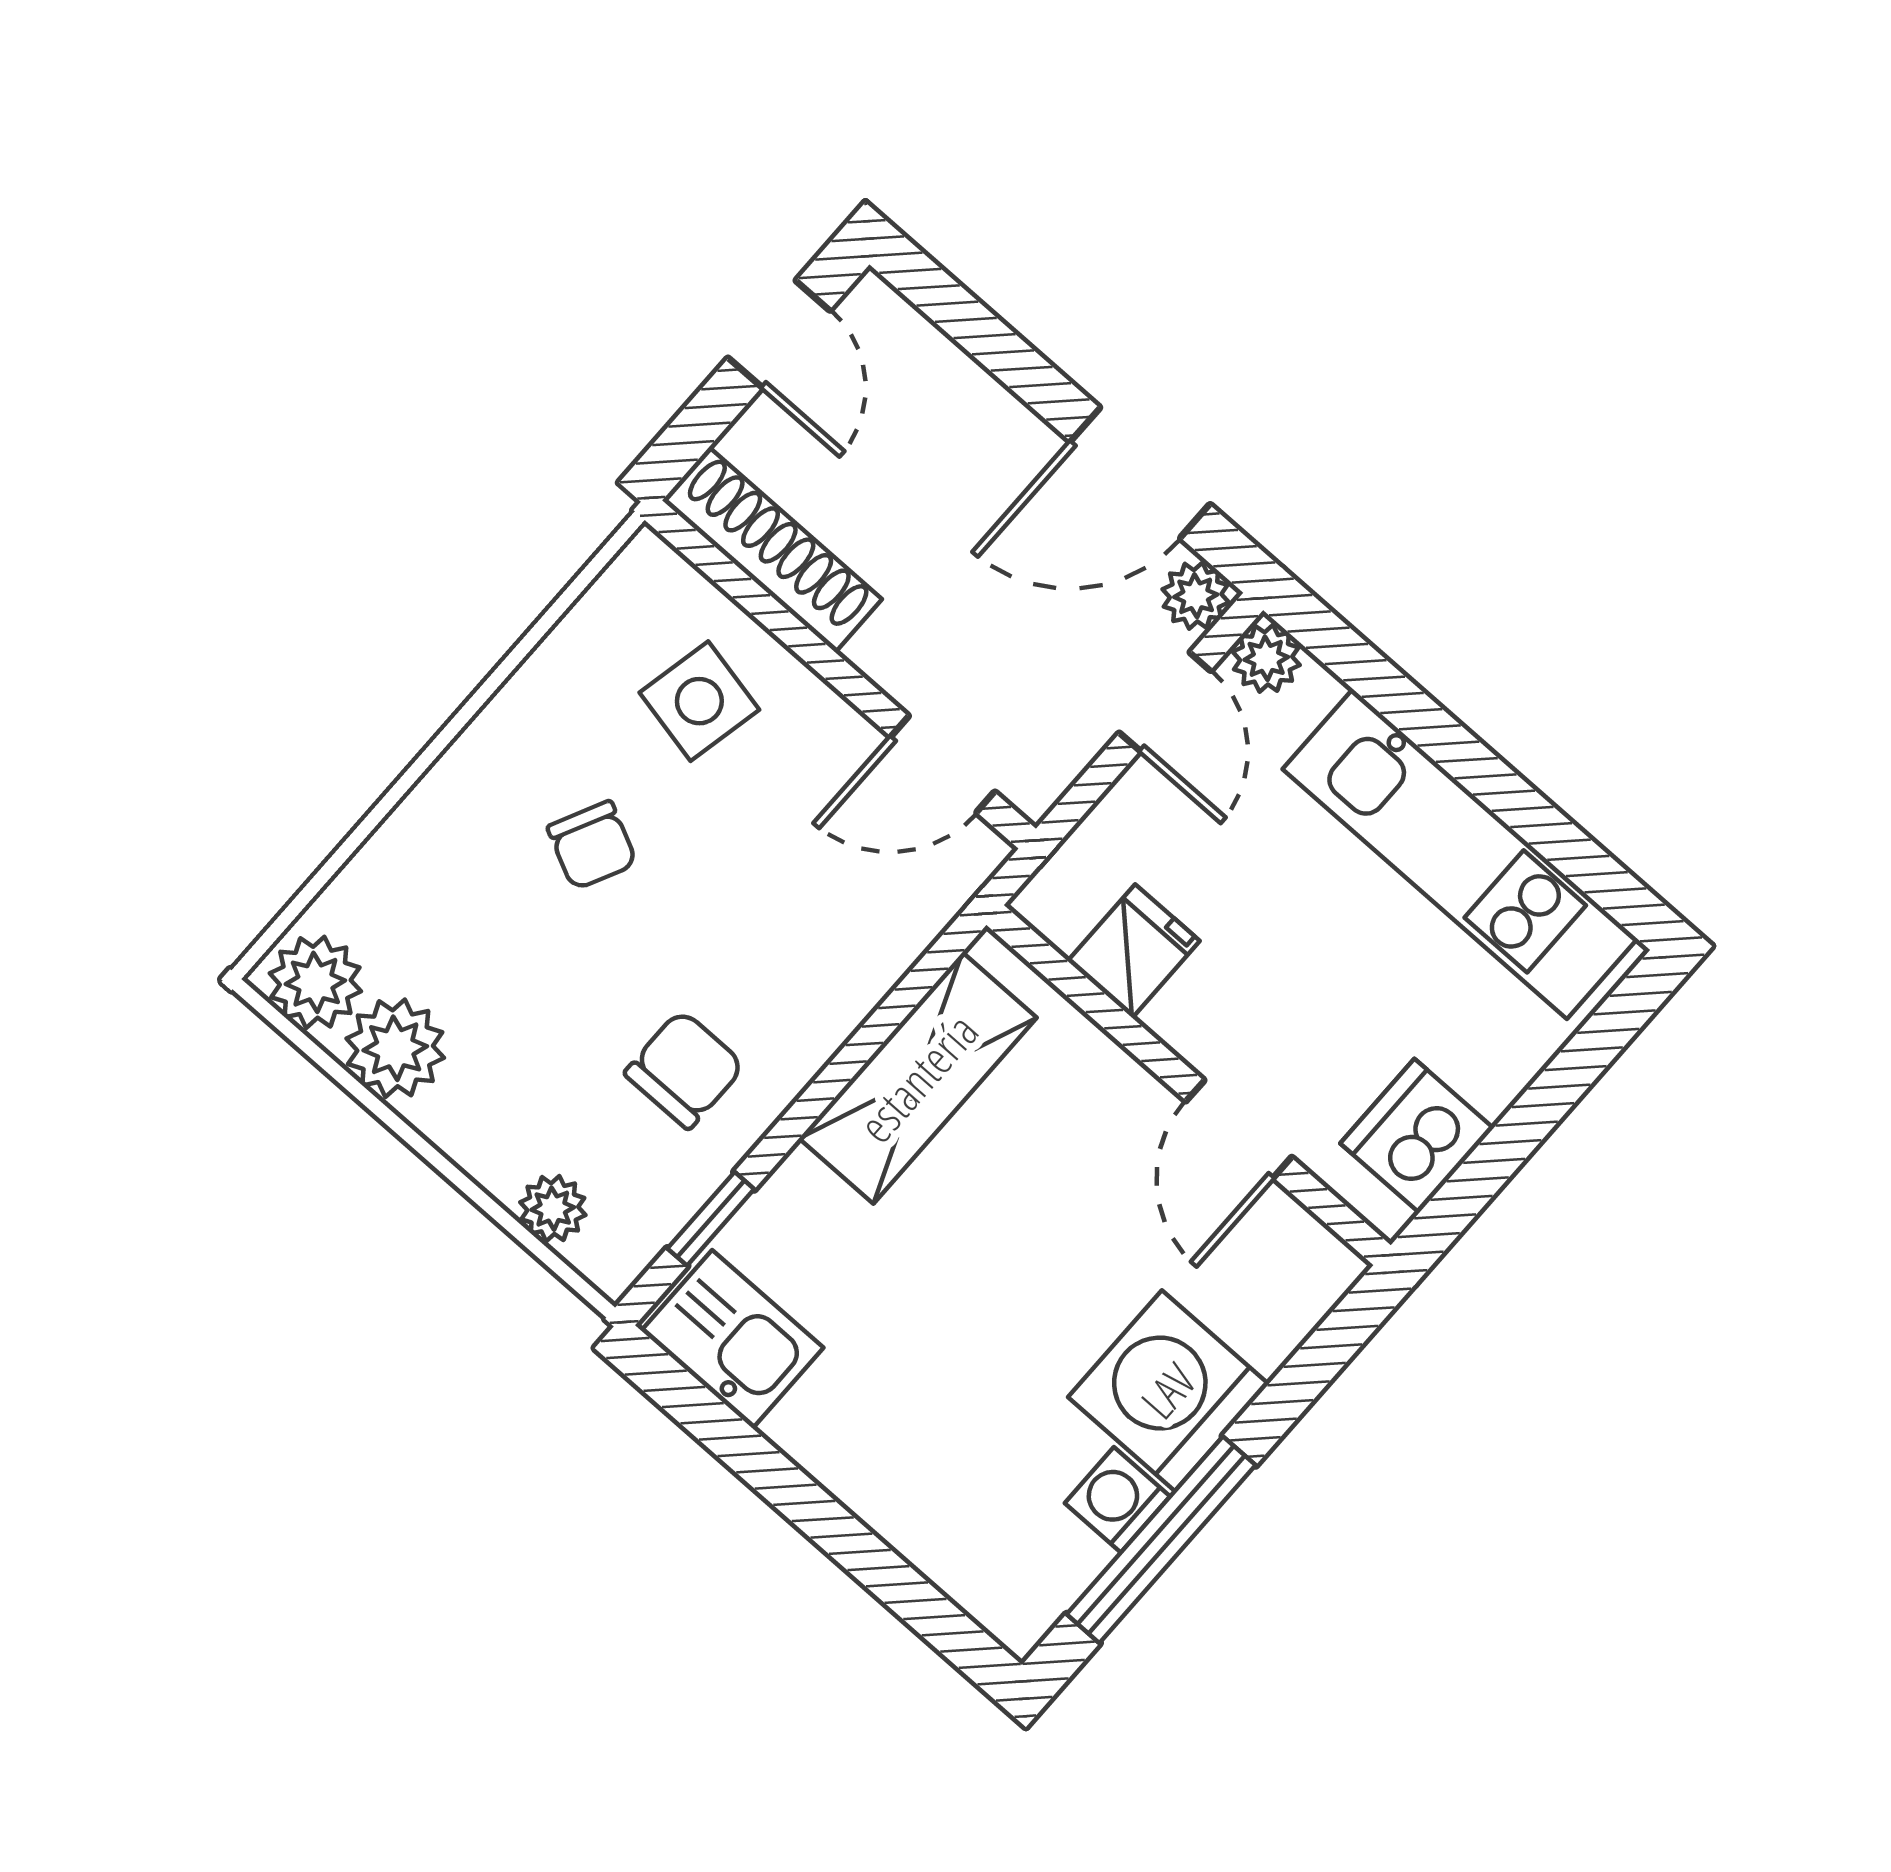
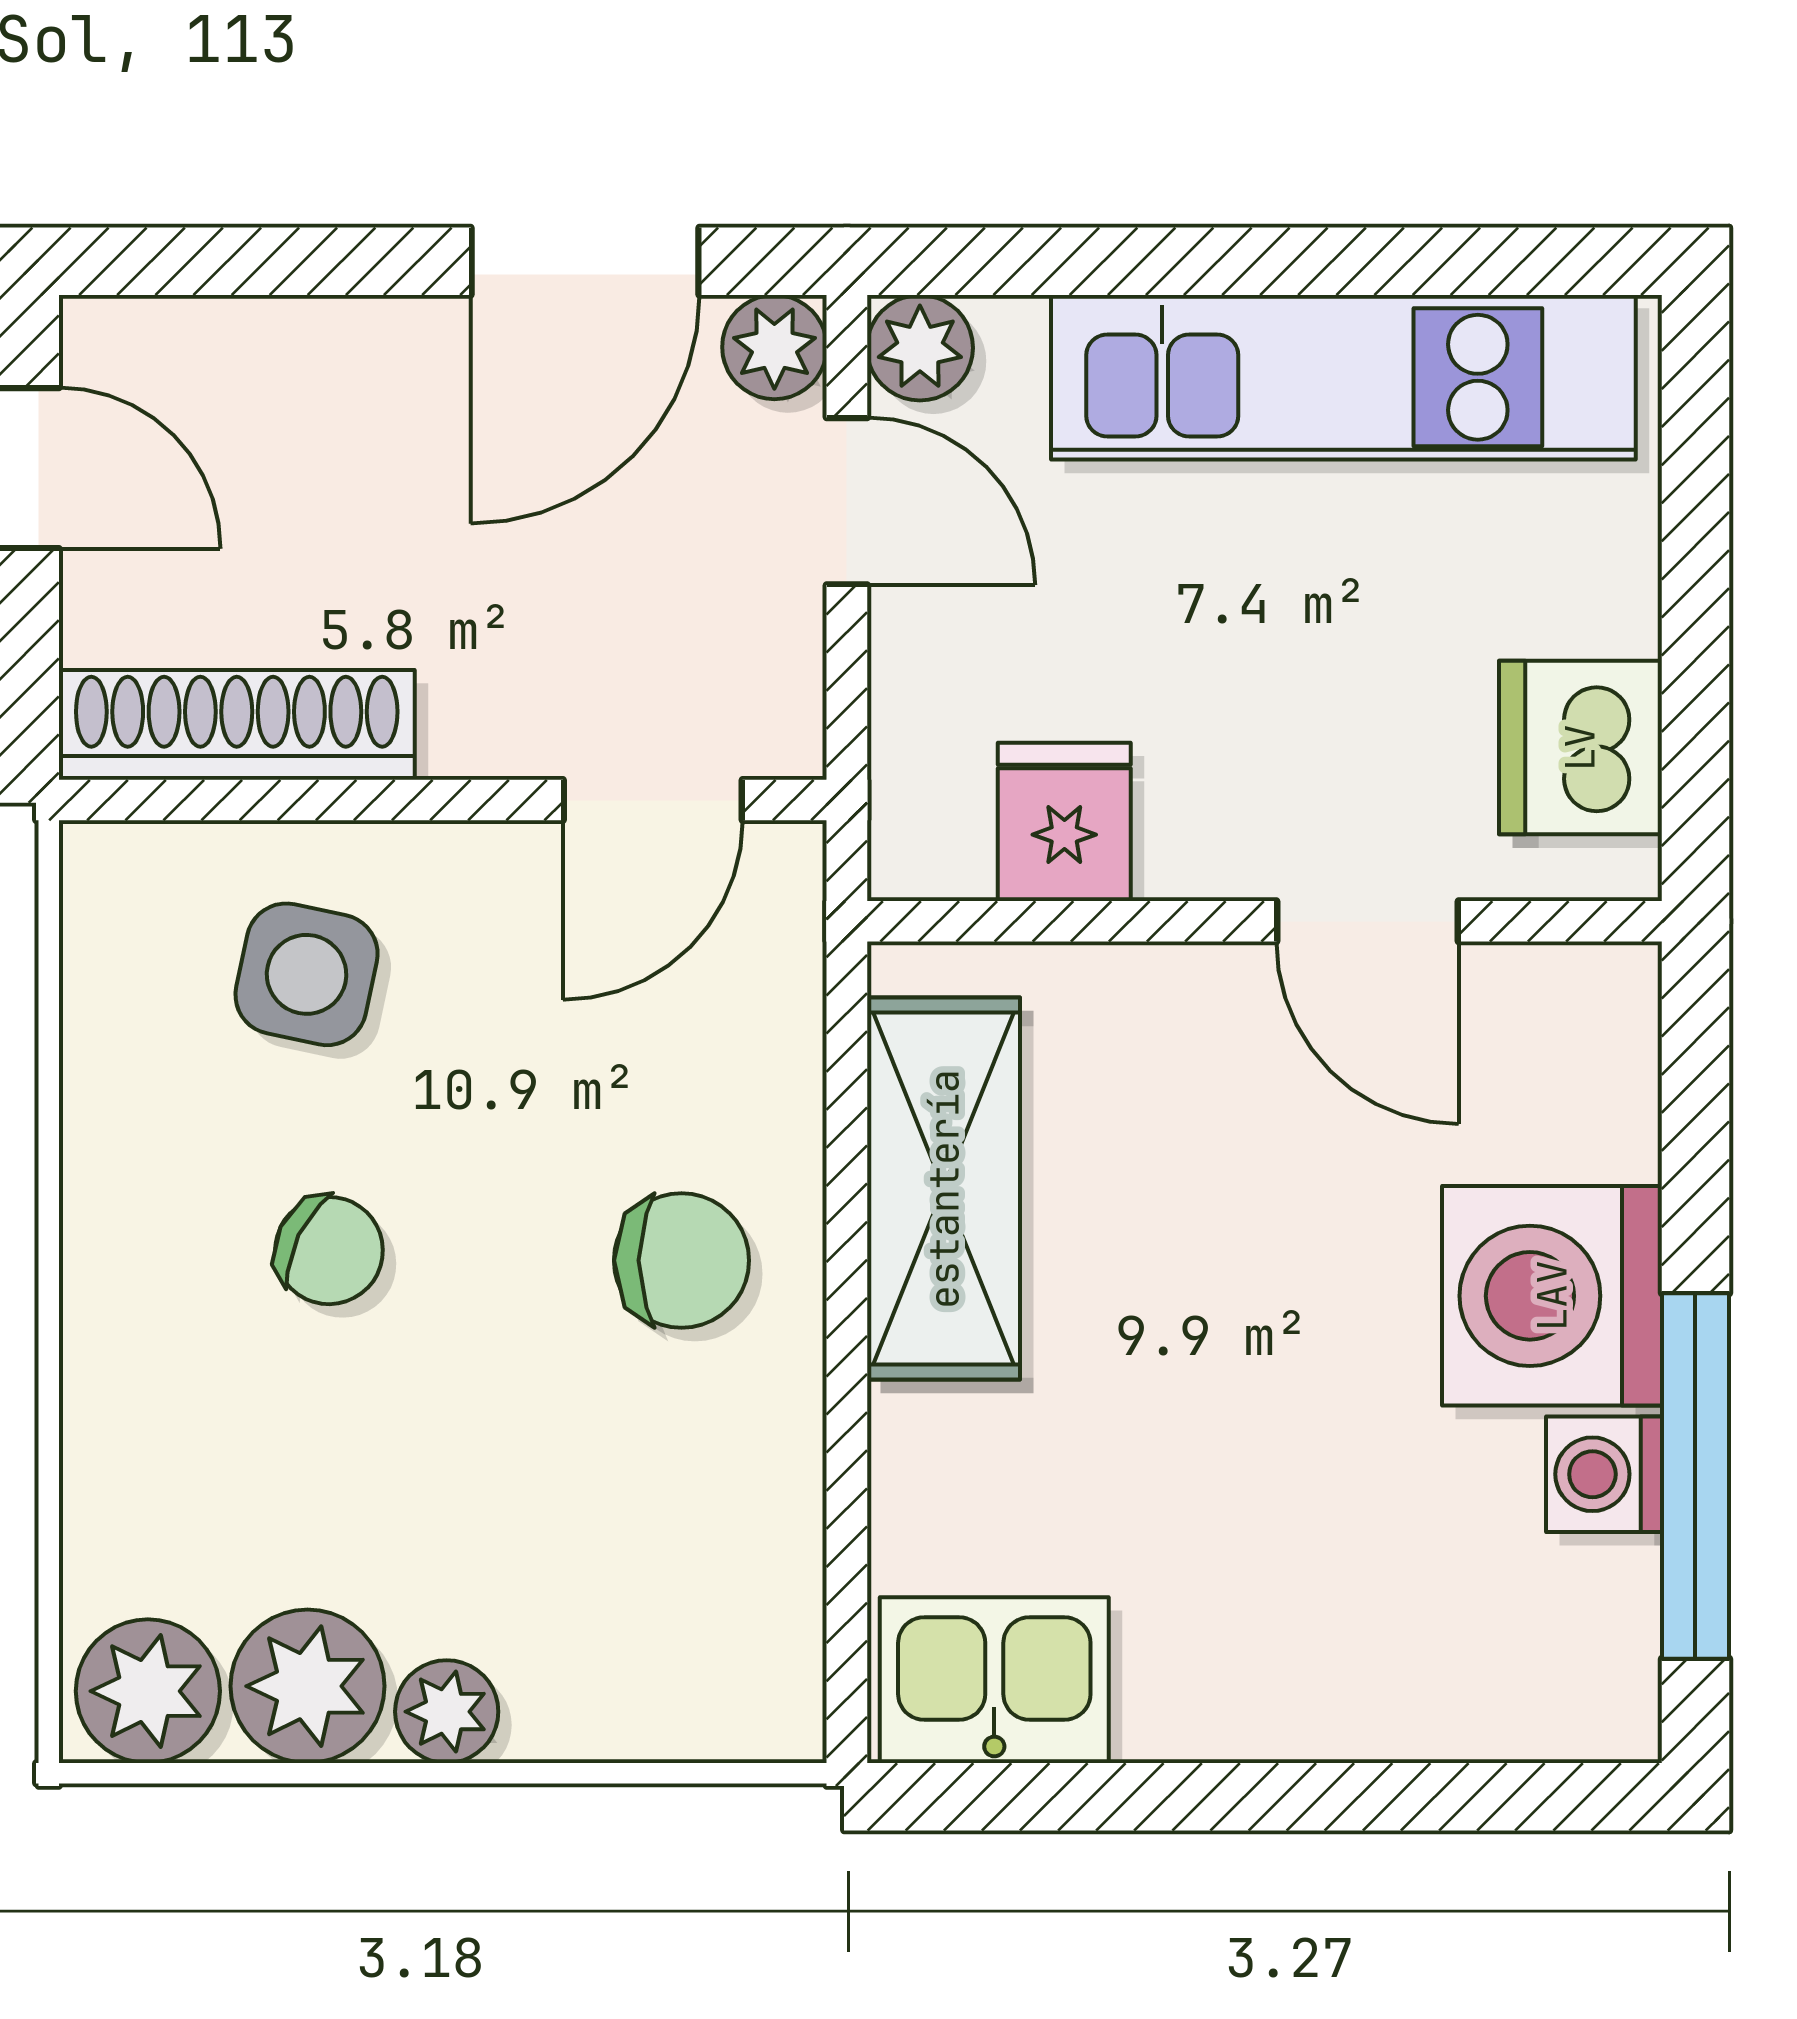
chair: (684, 1069) -> (682, 1260), moved, turned 90
plant: (553, 1209) -> (447, 1712), moved
window: (711, 1219) -> (847, 1563), removed

